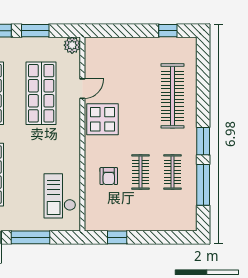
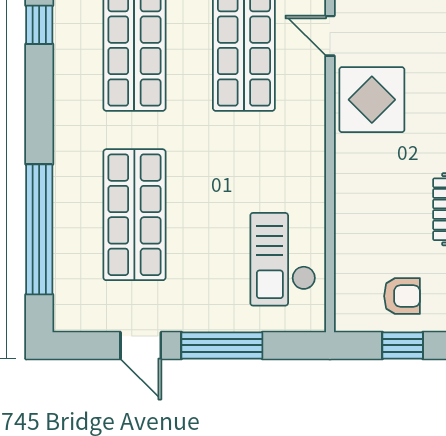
door: (82, 89) -> (330, 36), swing flipped
armchair: (109, 176) -> (402, 296), moved, turned -90

